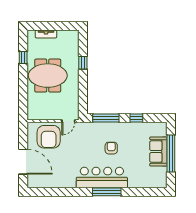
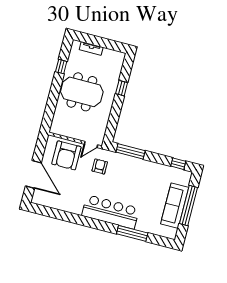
window: (136, 118) -> (178, 164), moved
armchair: (111, 148) -> (100, 166), moved
sofa: (158, 152) -> (175, 206), width x1.36
window: (107, 192) -> (132, 233), moved

